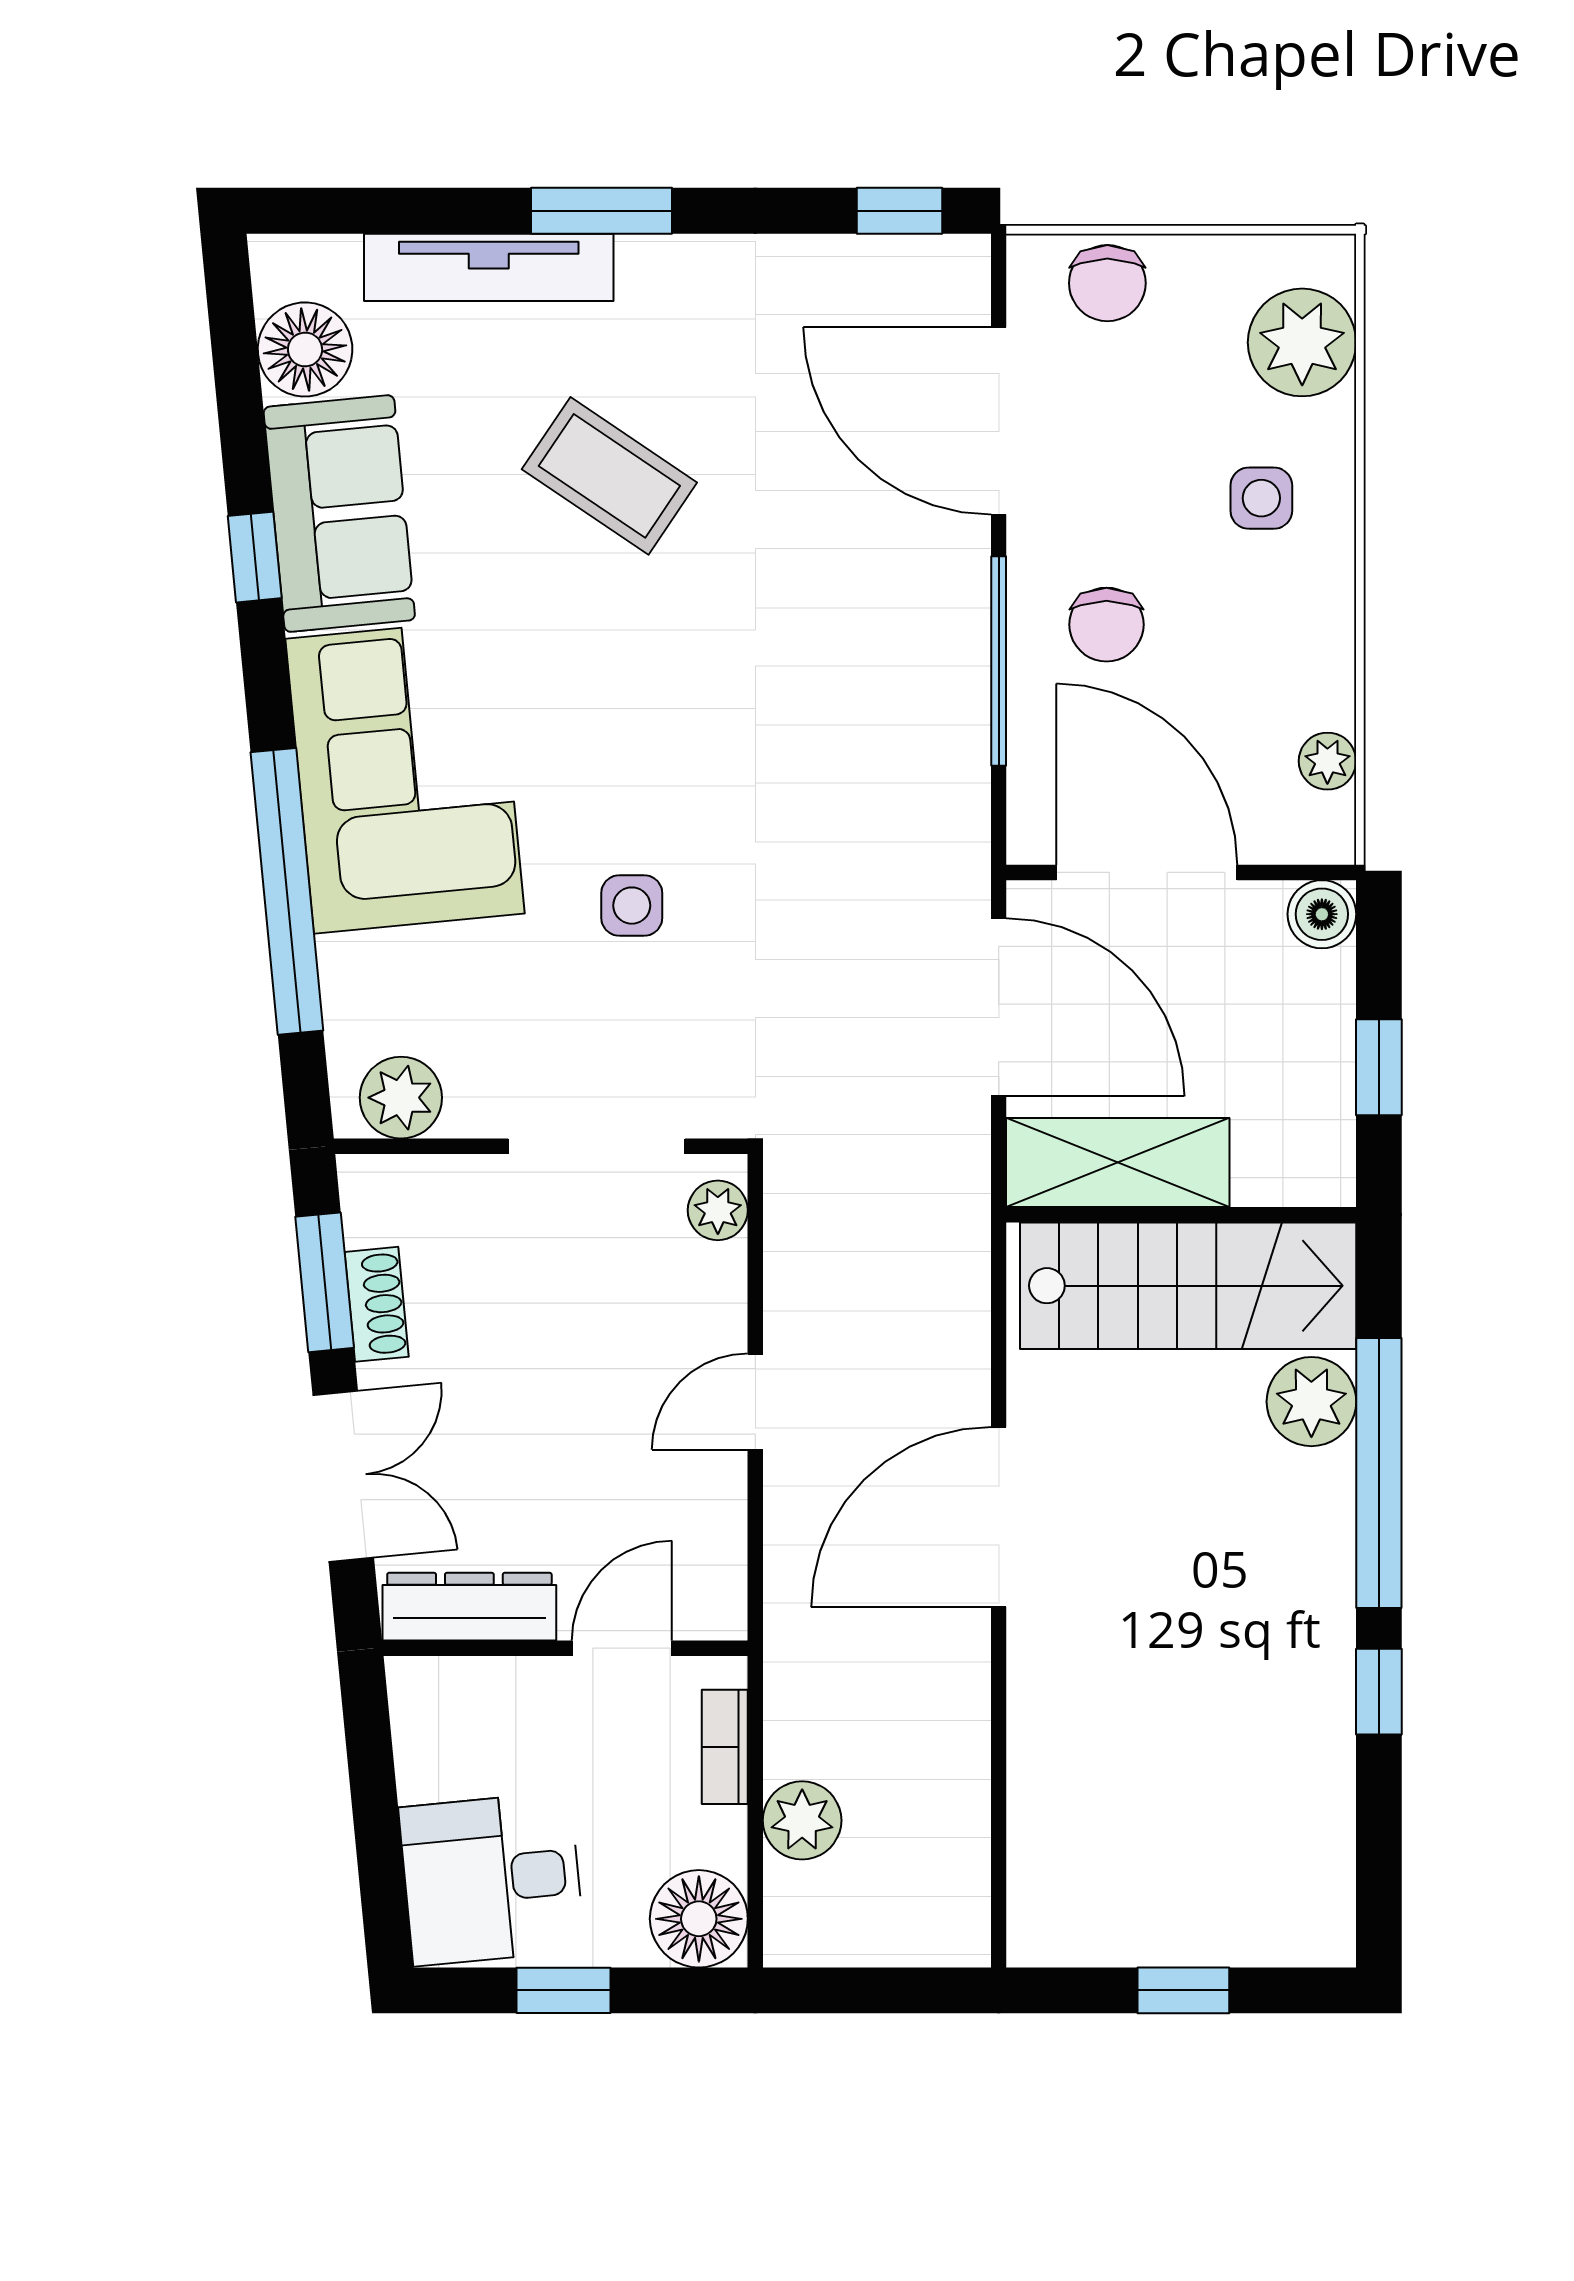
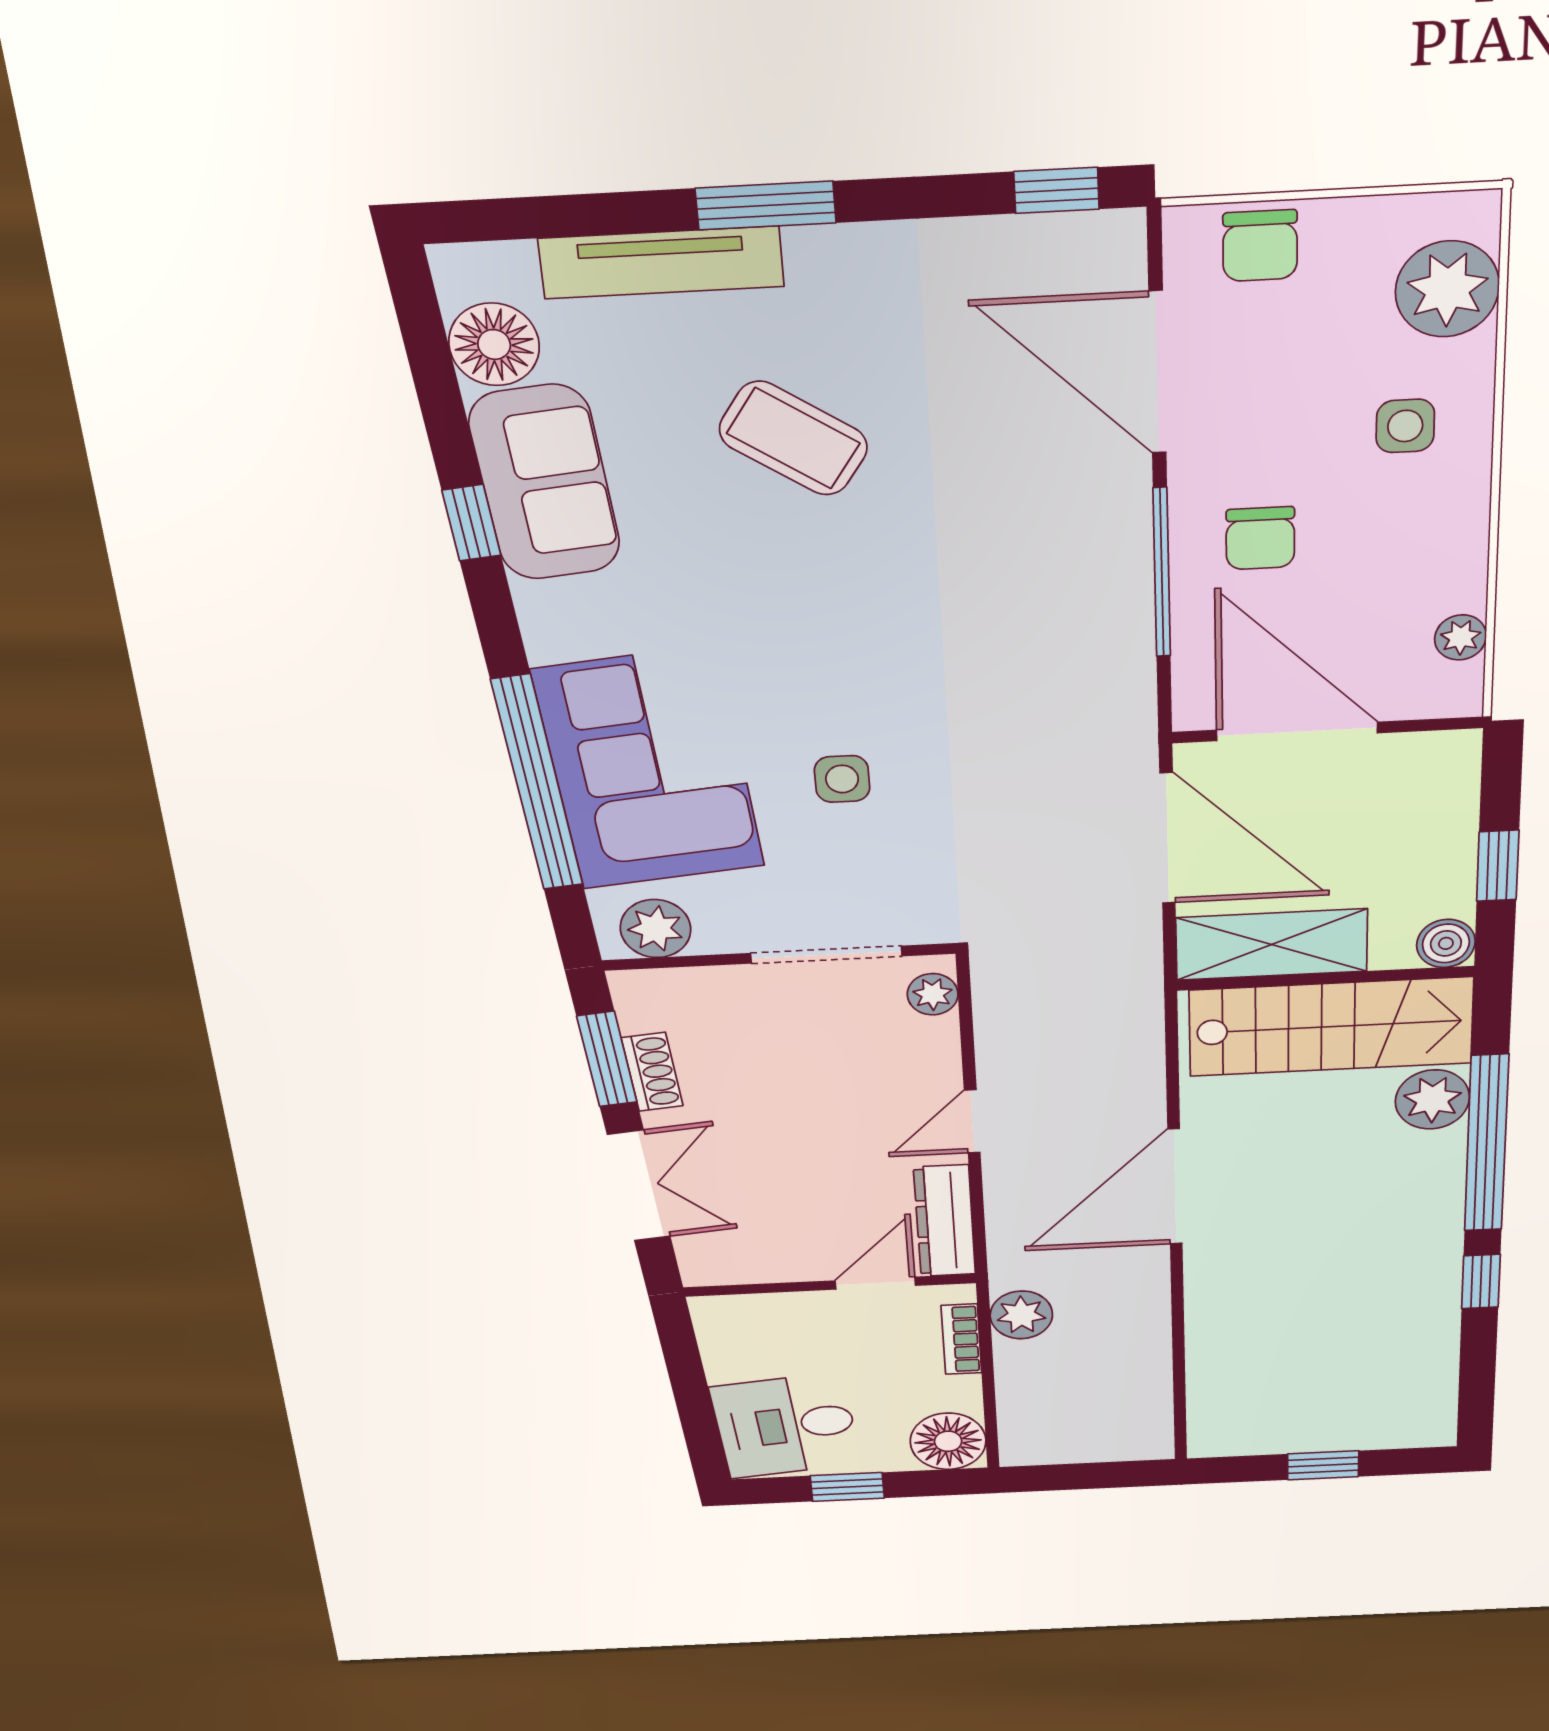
corner sofa: (405, 776) -> (649, 769), moved
boiler: (1322, 914) -> (1446, 943), moved
dresser: (469, 1607) -> (945, 1221), moved, turned -90
plant: (802, 1820) -> (1021, 1315), moved

